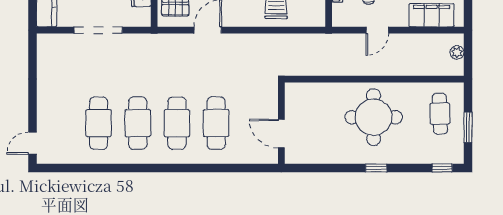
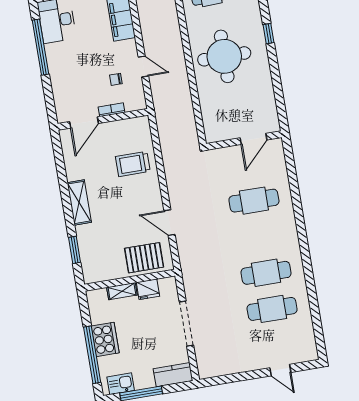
cafe table: (177, 123) -> (260, 237), removed
door: (33, 143) -> (280, 370), moved
window: (376, 168) -> (268, 34), moved

